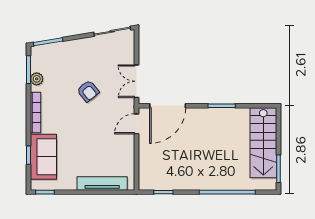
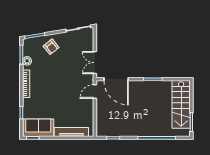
armchair: (88, 91) -> (51, 47), moved
door: (168, 106) -> (116, 79), hinge flipped
sofa: (43, 157) -> (38, 128), moved, turned -90

